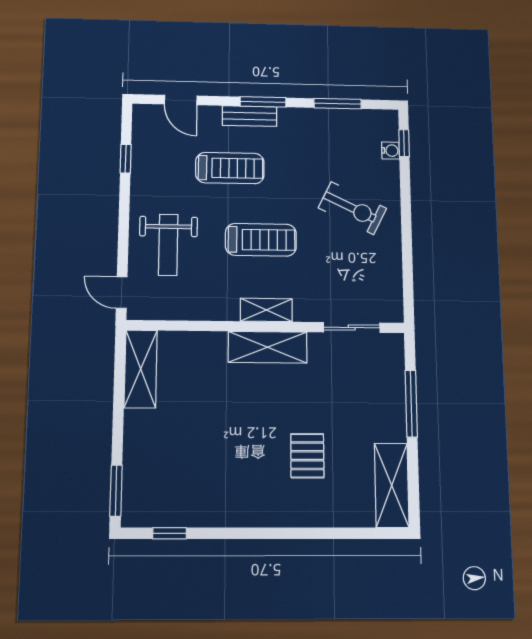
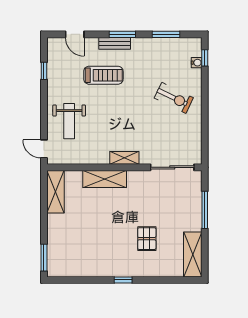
treadmill: (261, 240) -> (121, 117), removed
sliding door: (352, 327) -> (172, 167), width x1.37
shelving: (268, 347) -> (105, 179), moved
window: (170, 533) -> (123, 280), moved

